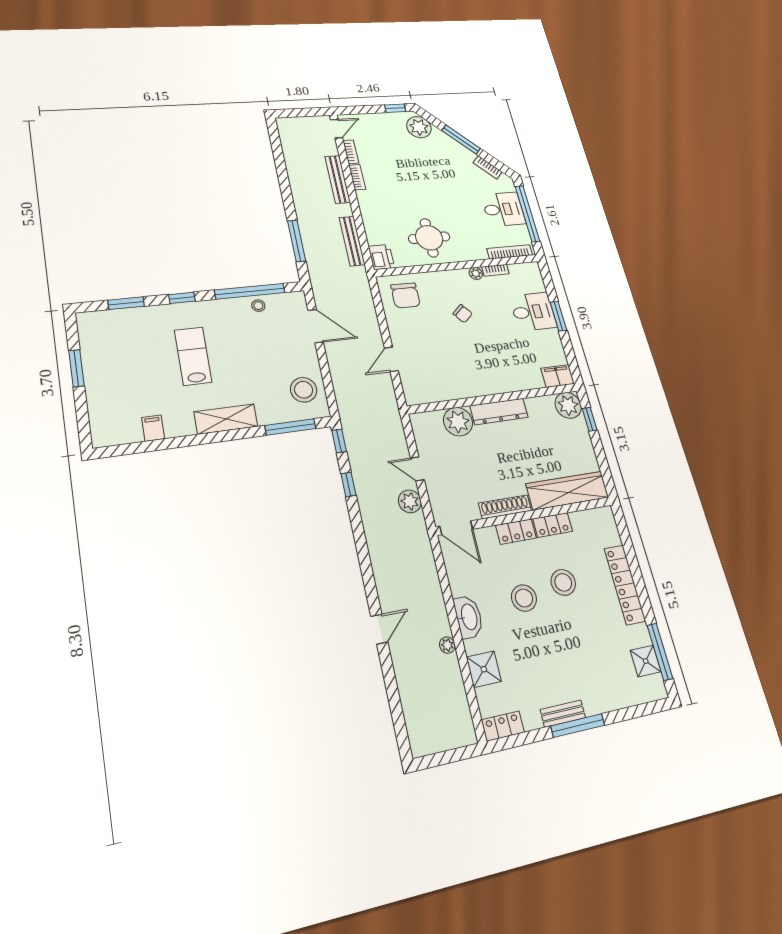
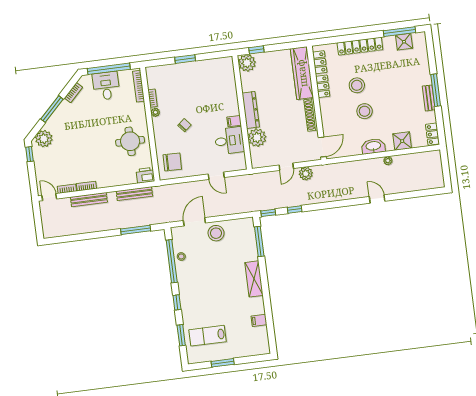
desk: (533, 312) -> (229, 141), moved, turned 90
lab bench: (193, 356) -> (208, 336), moved
filing cabinet: (558, 376) -> (234, 121), moved, width x0.50
stool: (304, 390) -> (216, 233), moved
locker: (516, 532) -> (320, 62), moved

